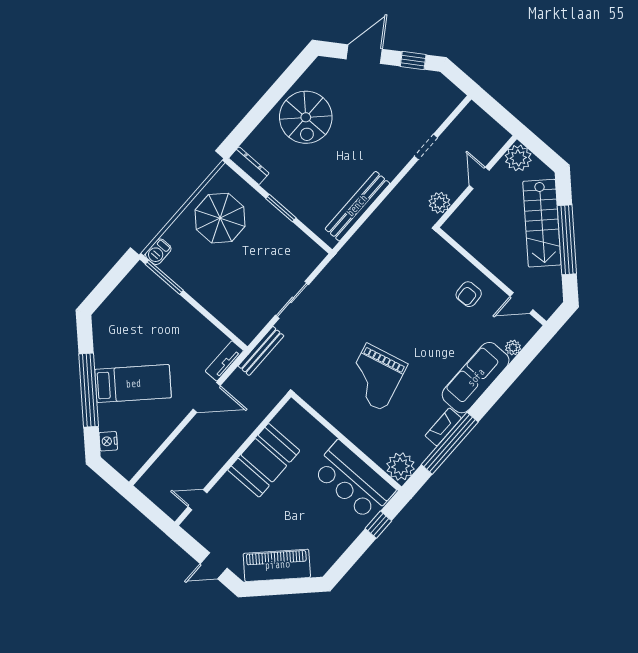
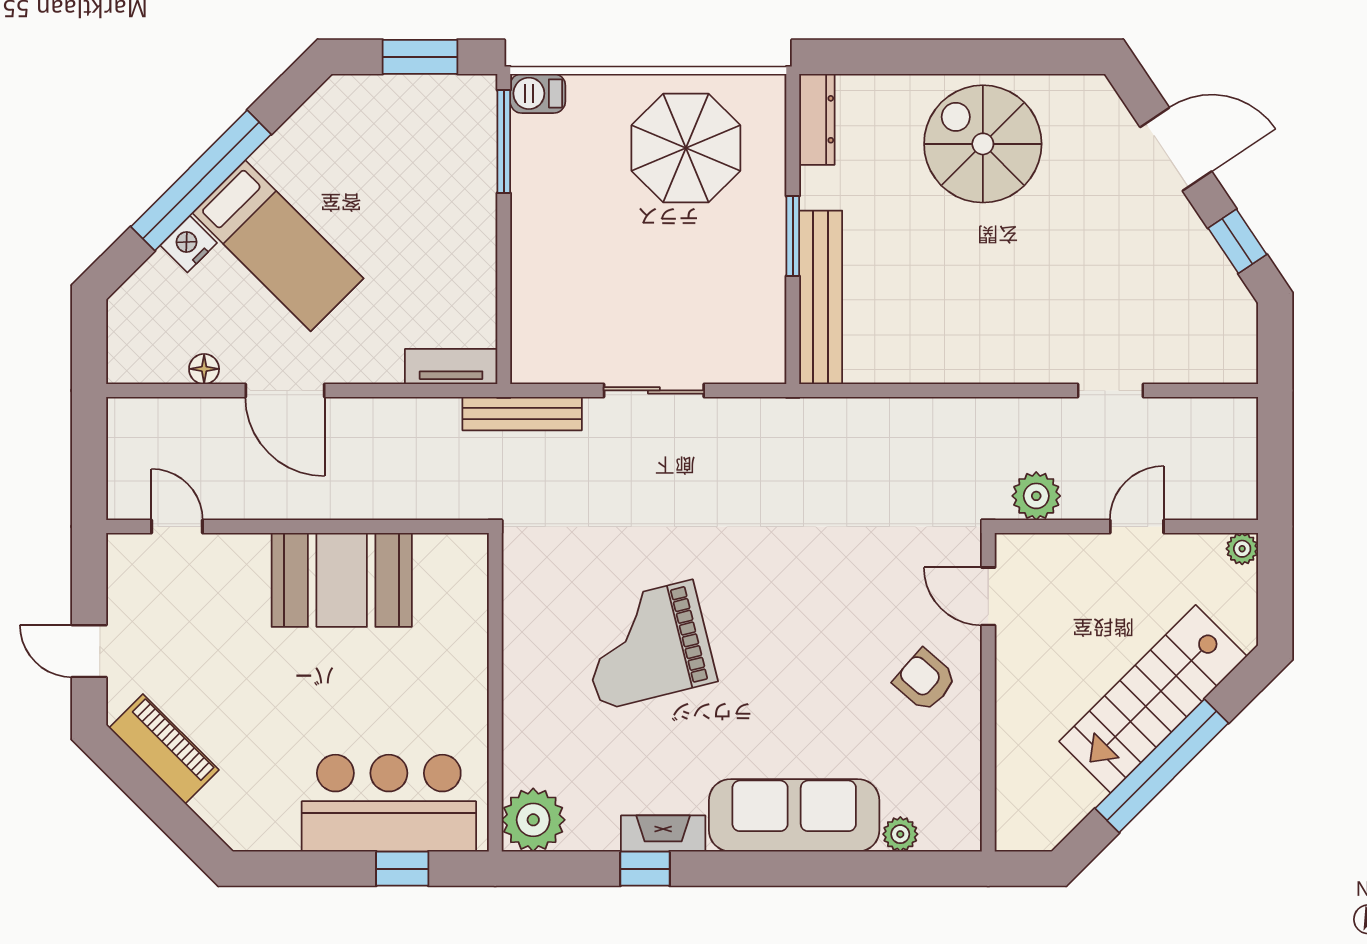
spiral stairs: (306, 117) -> (983, 144), turned 90
plant: (518, 158) -> (1242, 549), width x0.53, depth x0.53
bench: (357, 206) -> (821, 297), moved, turned 90
window: (111, 280) -> (420, 57), added
armchair: (469, 294) -> (925, 680), turned 43
door: (522, 303) -> (988, 596), moved
door: (207, 397) -> (285, 390), moved
nightstand: (108, 441) -> (189, 244), moved
window: (450, 443) -> (645, 869), width x0.32
floor lamp: (153, 444) -> (204, 369), added
bar counter: (353, 480) -> (389, 803), moved, turned 90
piano: (277, 565) -> (164, 749), width x0.73, depth x0.75

